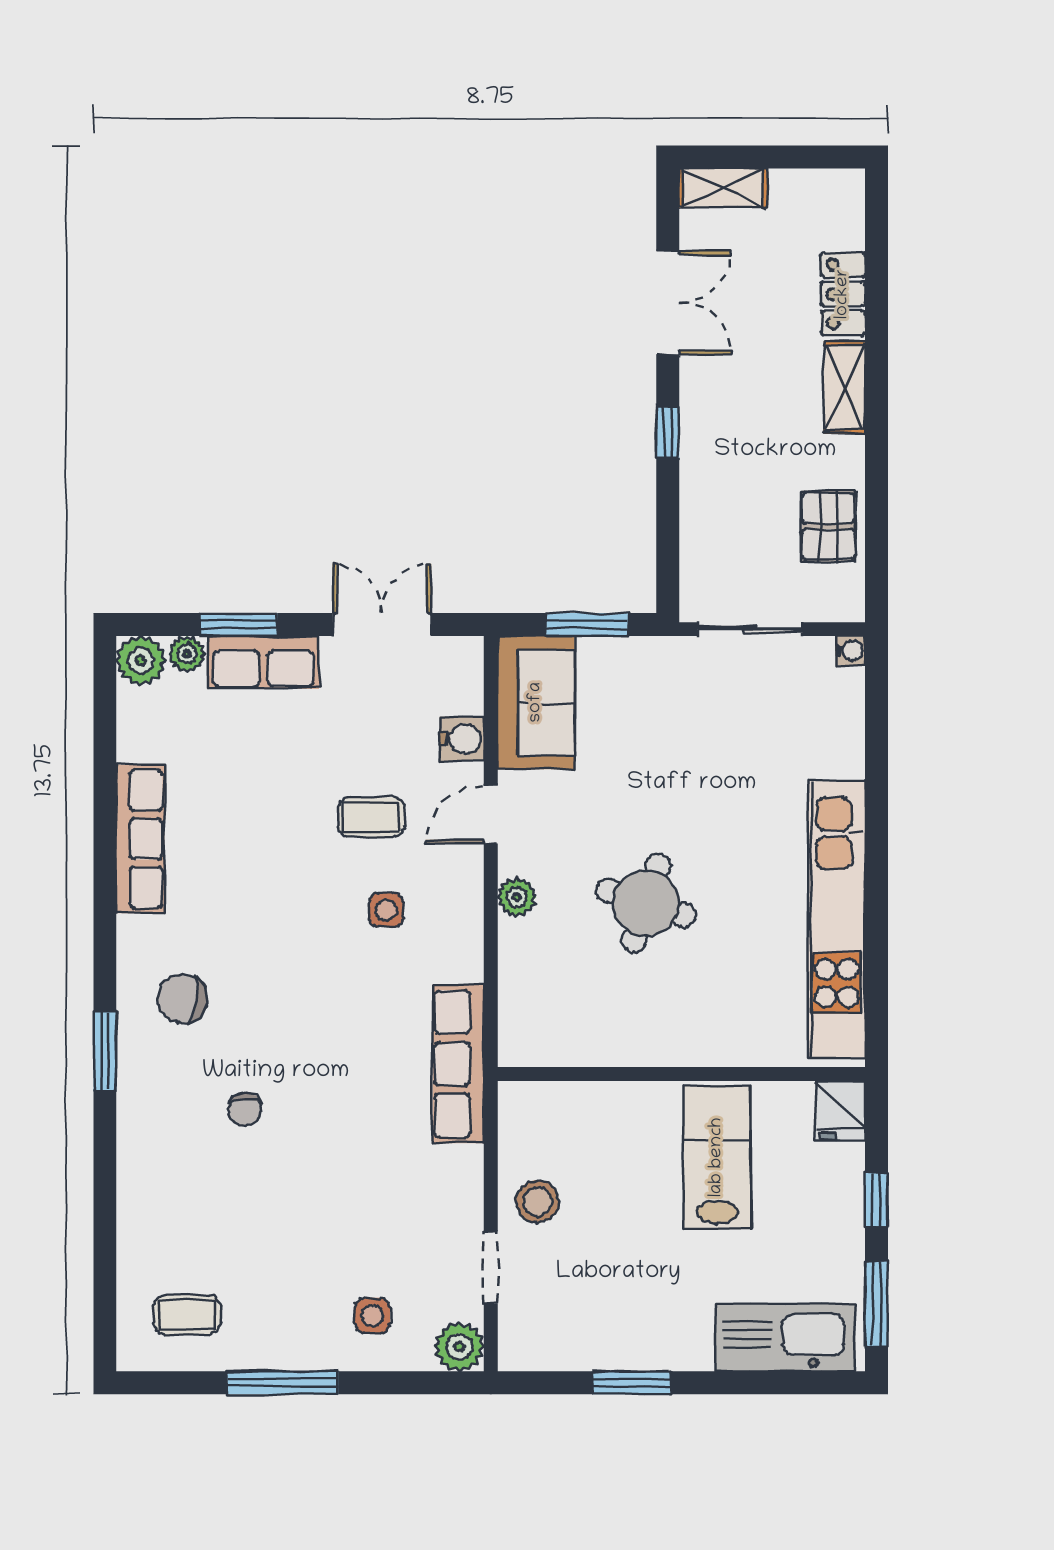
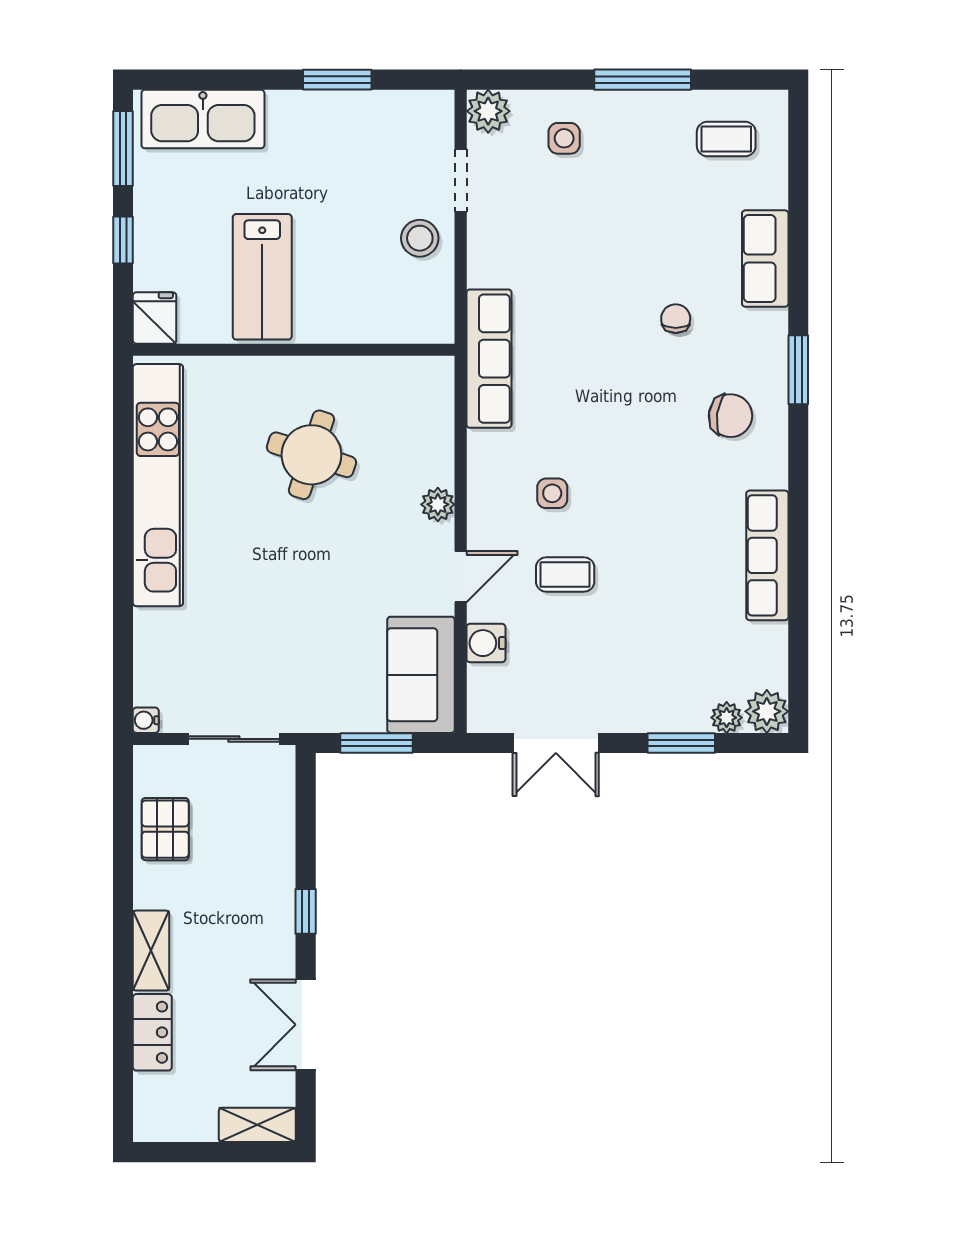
row of seats: (263, 662) -> (765, 259), moved, turned -90
round table: (646, 903) -> (311, 455), moved

